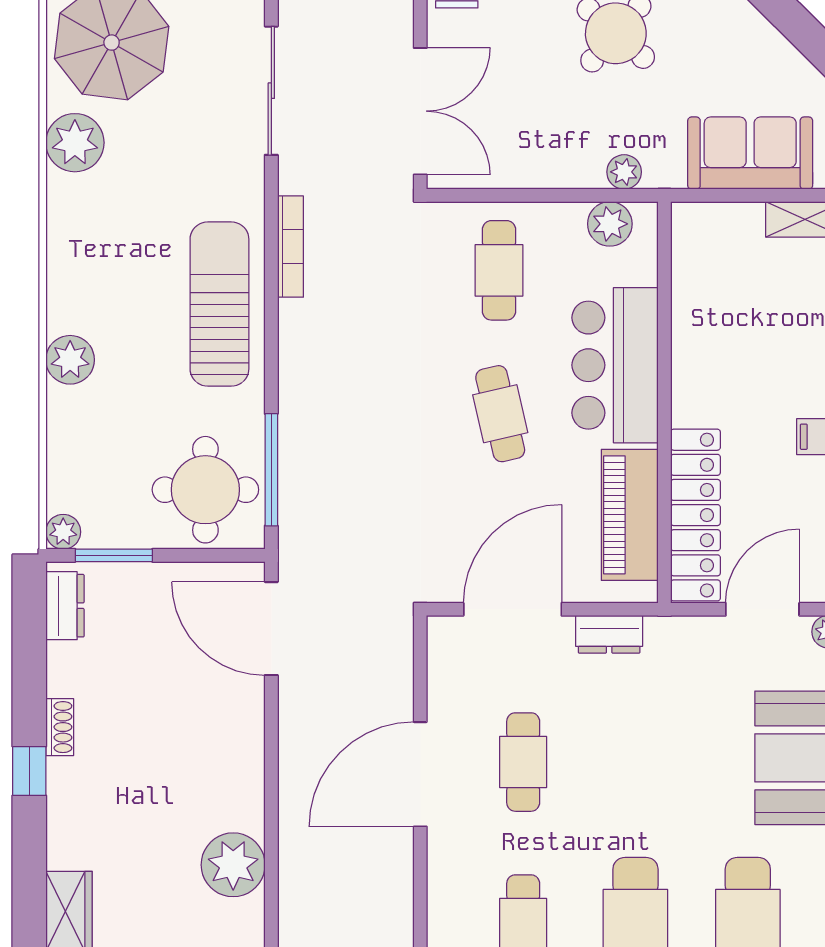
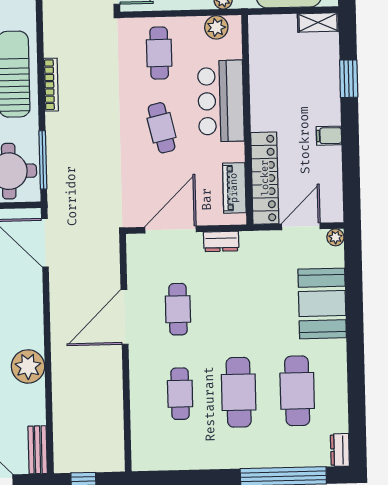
bookcase: (290, 247) -> (51, 85), moved
piano: (630, 515) -> (234, 188), width x0.73, depth x0.75

